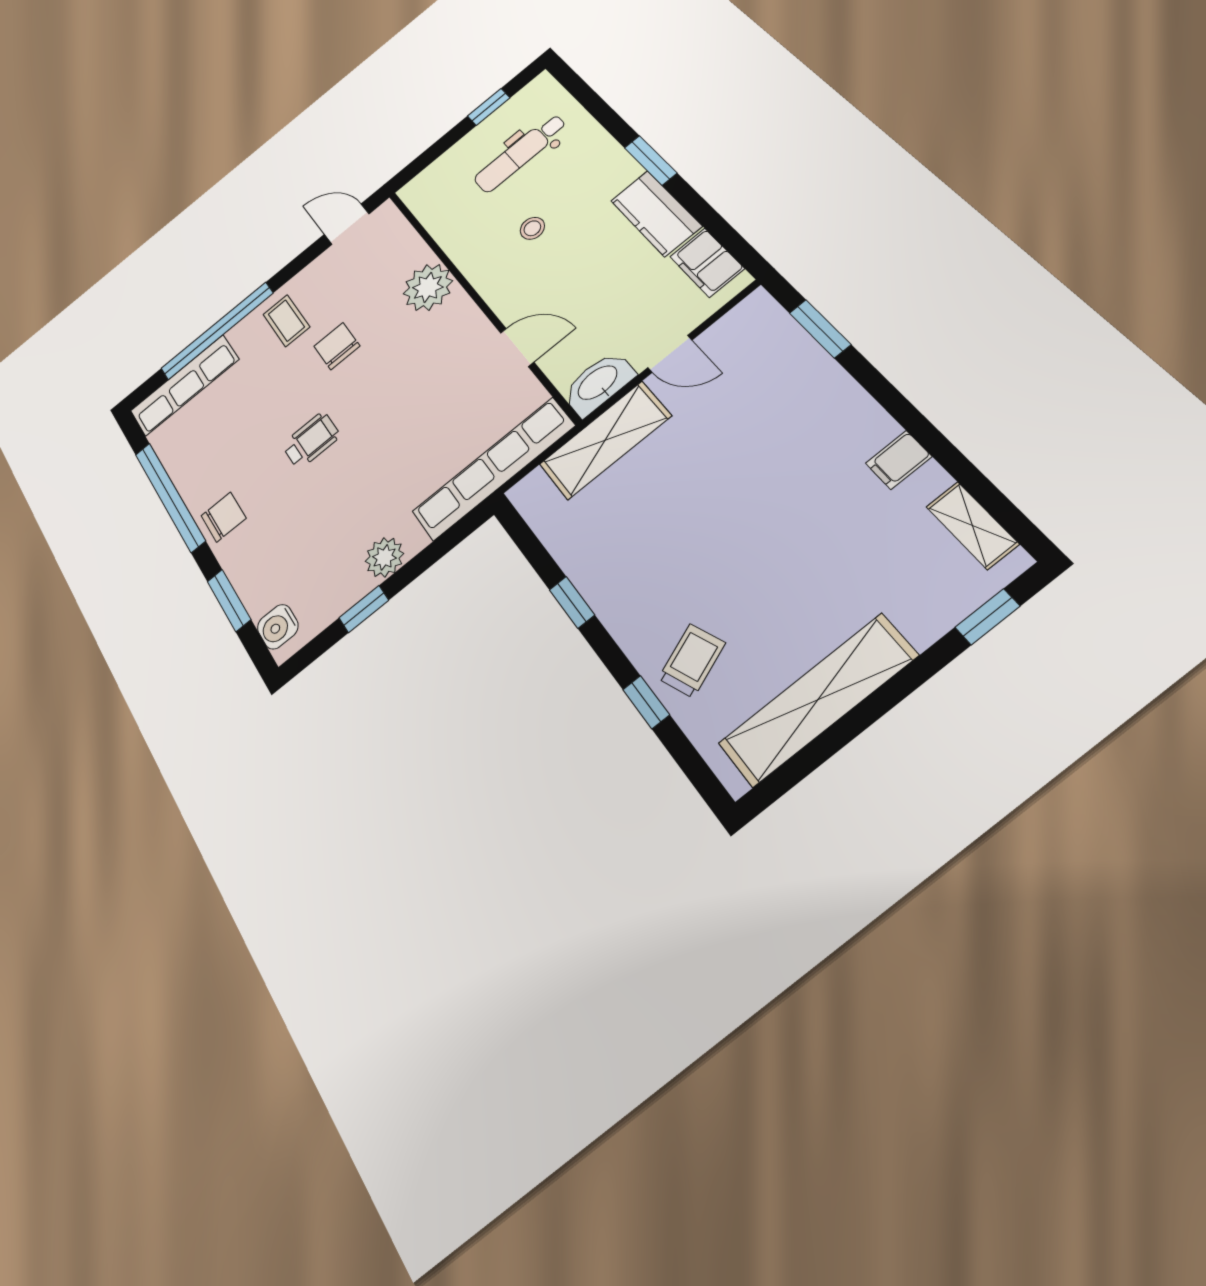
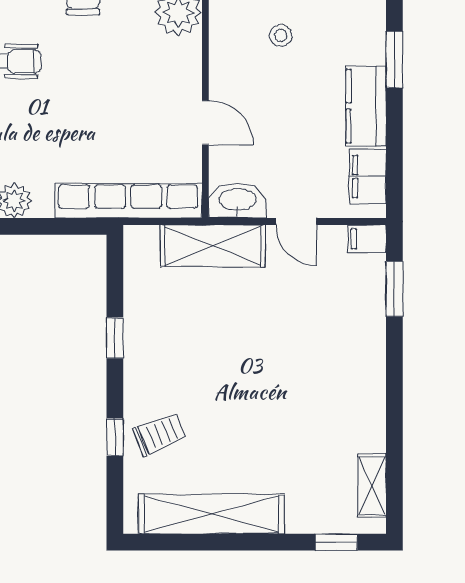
filing cabinet: (899, 460) -> (367, 239), moved

